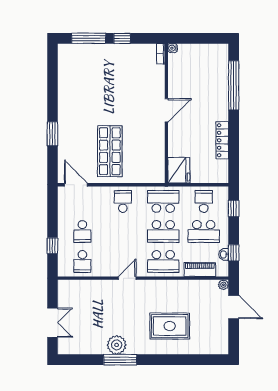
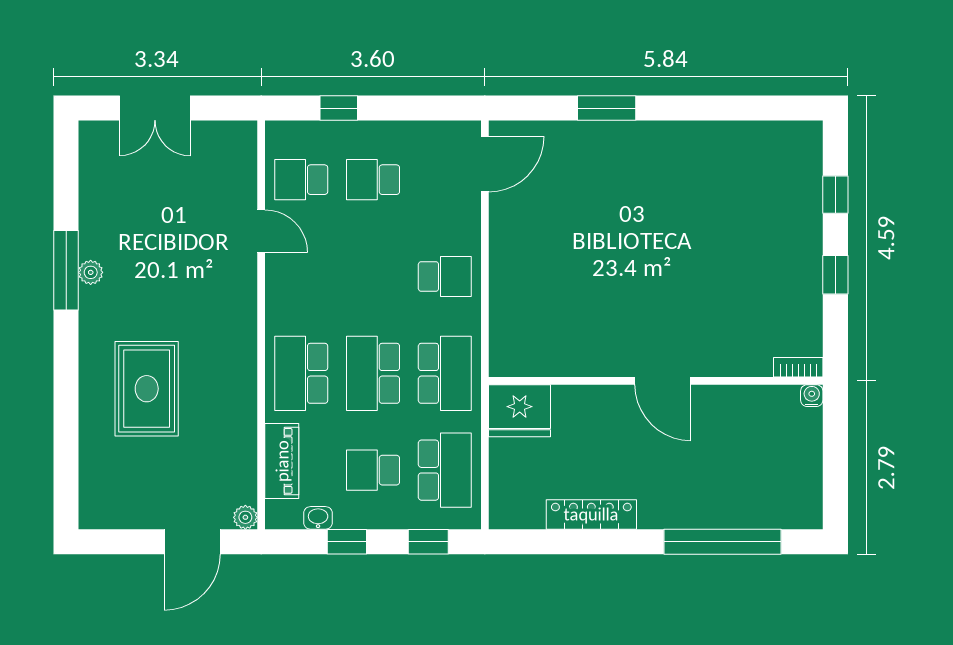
window: (89, 38) -> (835, 195), width x0.46
shop shelf: (110, 151) -> (565, 245), removed
school desk: (204, 201) -> (445, 470), width x1.85
school desk: (204, 231) -> (373, 470), width x0.54
window: (234, 253) -> (347, 542), moved
door: (127, 278) -> (261, 231), moved
plant: (117, 345) -> (91, 272), width x0.53, depth x0.53

